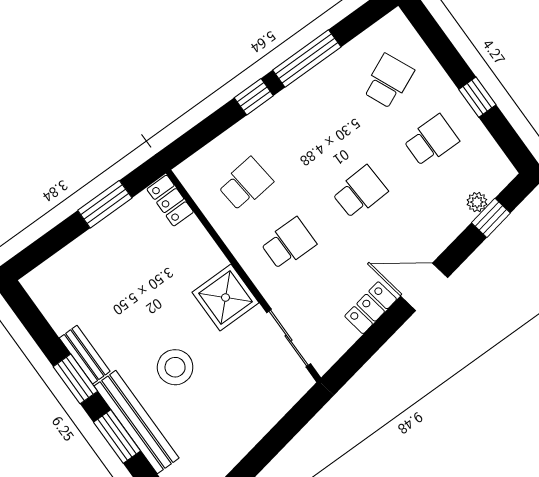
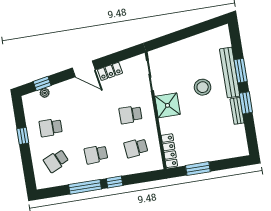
school desk: (360, 192) -> (96, 154), moved
locker: (170, 201) -> (169, 151), width x1.53

